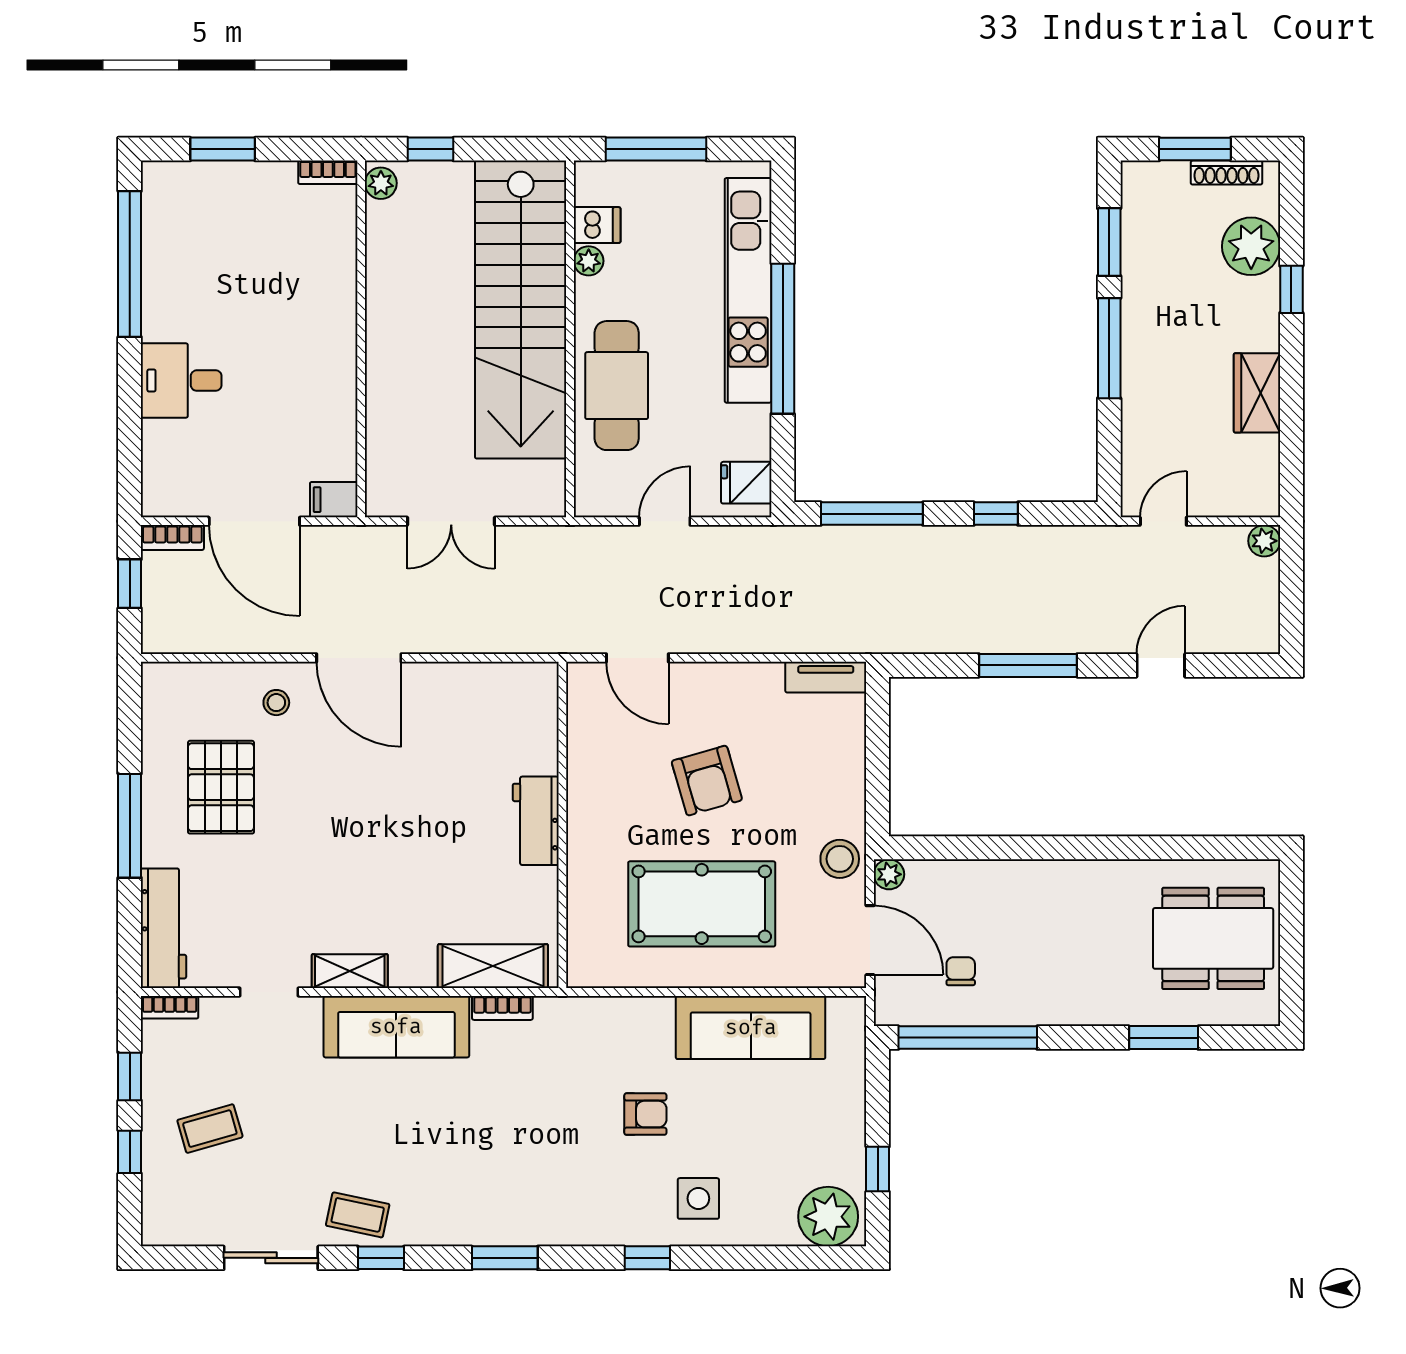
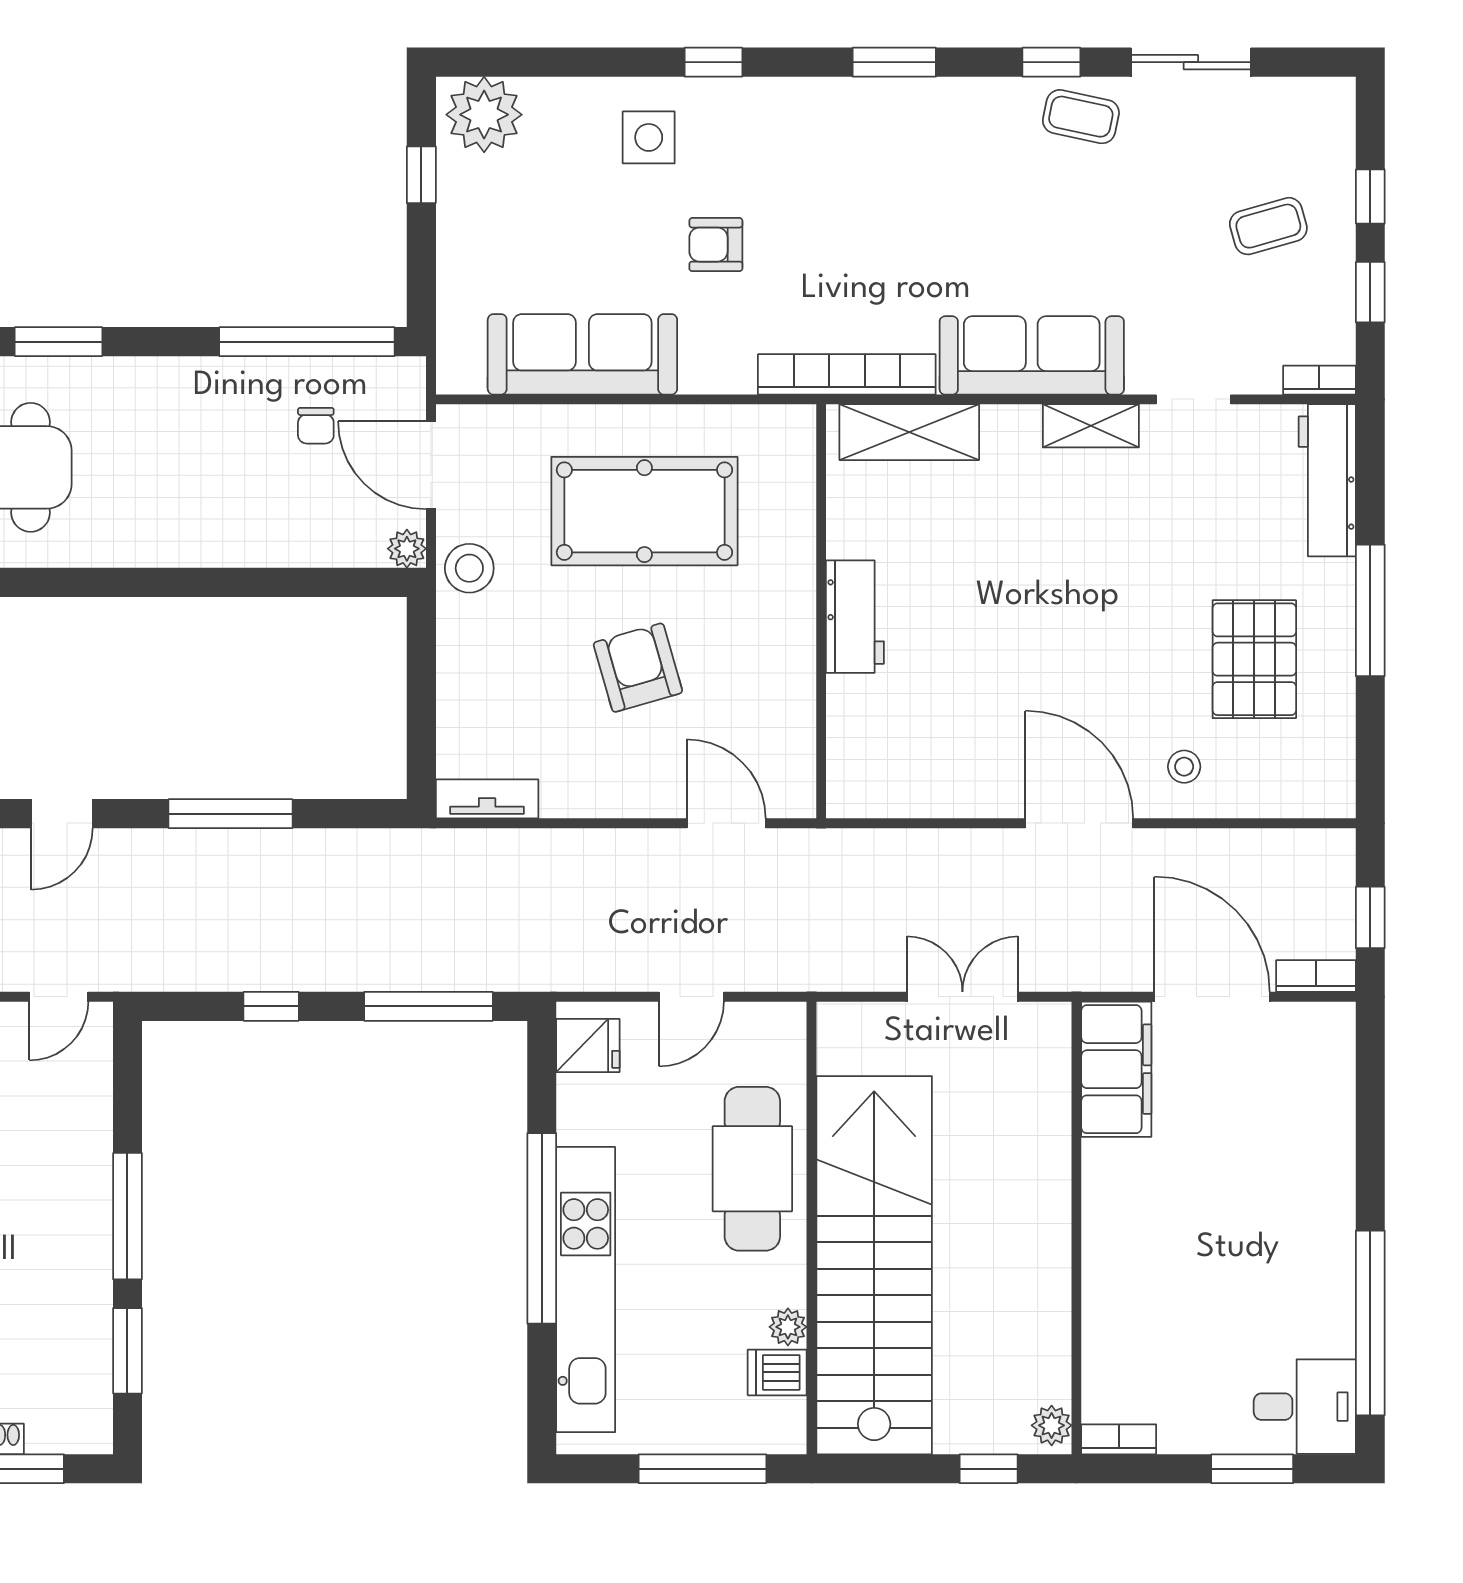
desk: (181, 381) -> (1305, 1407), moved
filing cabinet: (334, 500) -> (1116, 1069), width x3.00, depth x1.17
bookcase: (502, 1008) -> (847, 374), width x2.31, depth x1.31

